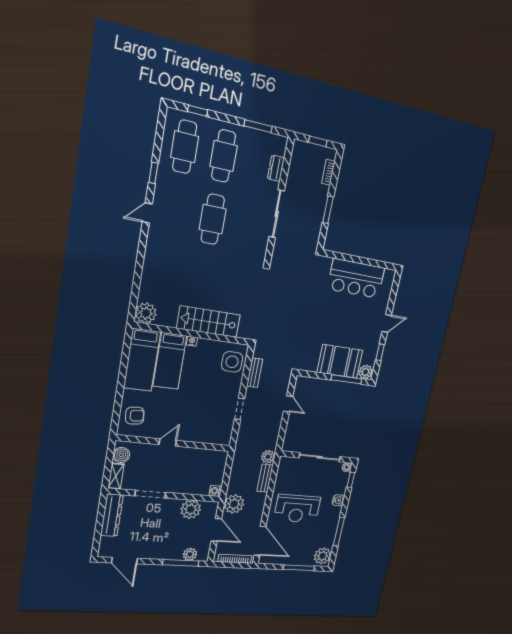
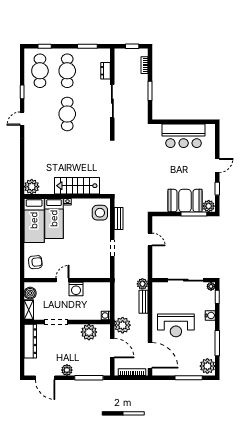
washing machine: (183, 455) -> (76, 289), added
plant: (190, 554) -> (67, 370), moved

